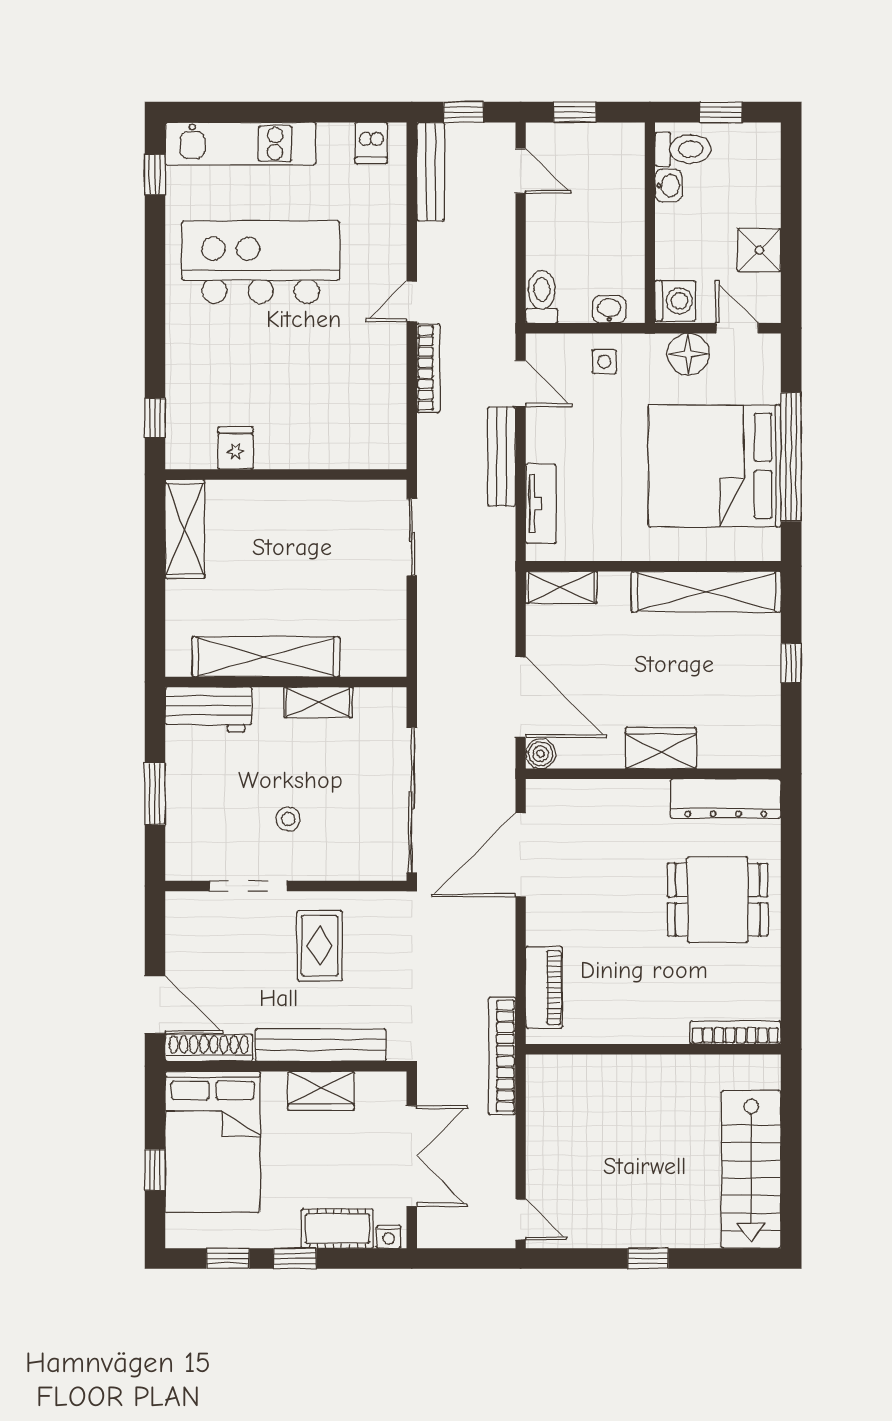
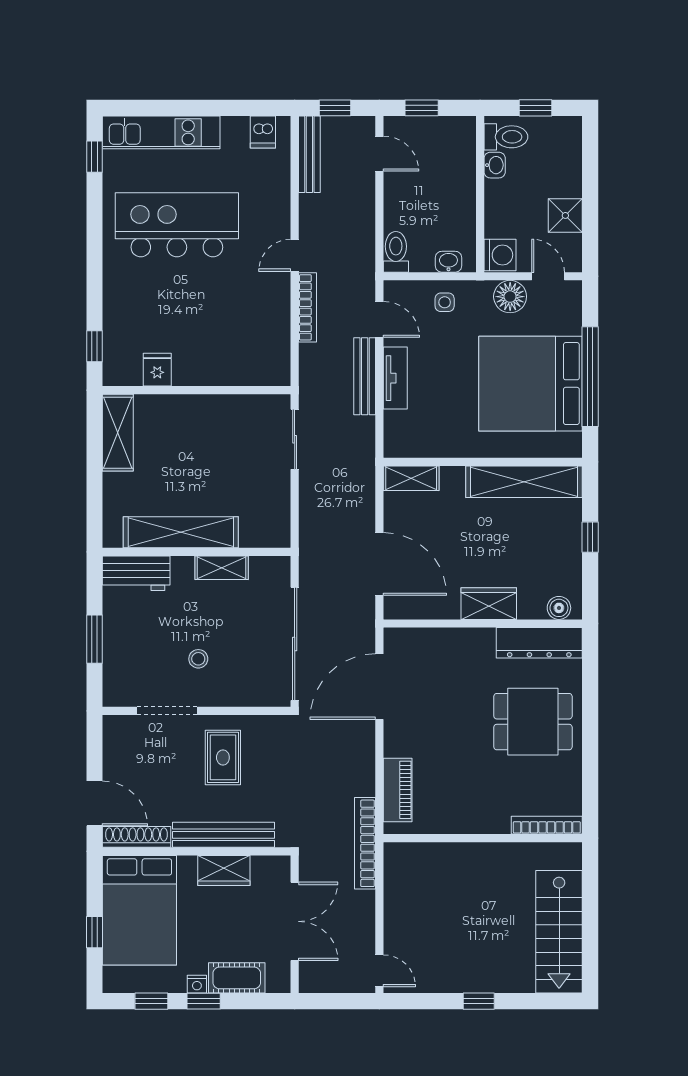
tv unit: (541, 504) -> (395, 378), moved
boiler: (541, 754) -> (559, 608), moved
nightstand: (389, 1237) -> (197, 984), moved

